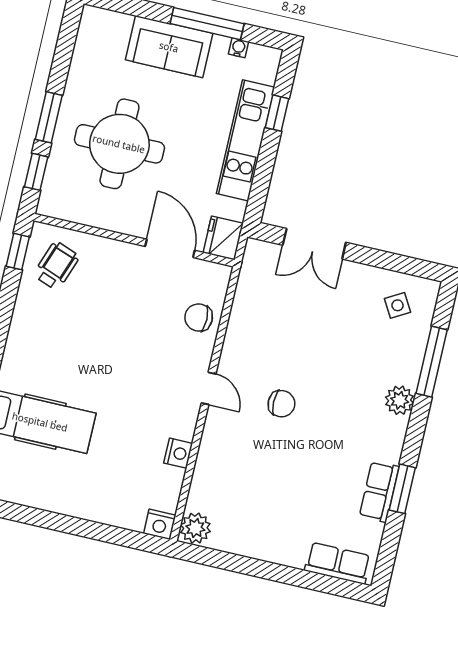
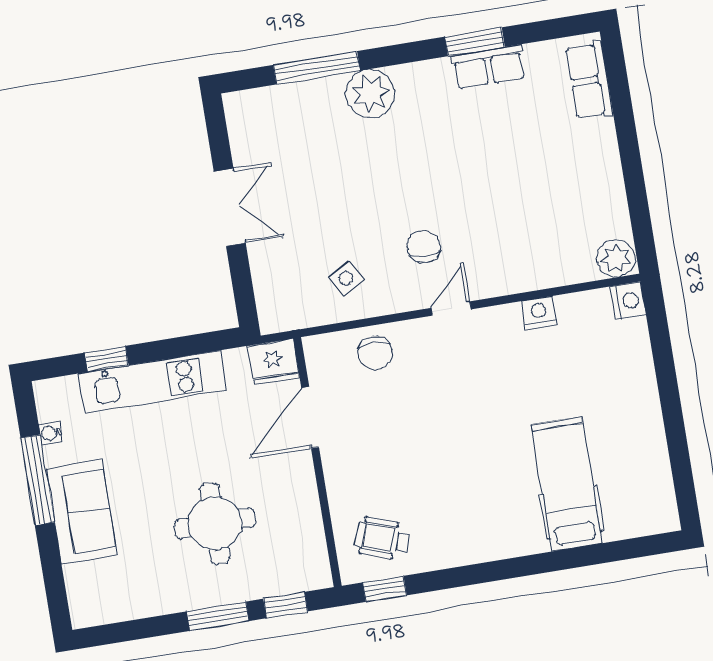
round table: (119, 144) -> (215, 523), width x0.73, depth x0.73
double door: (314, 244) -> (230, 207), moved
side table: (398, 305) -> (346, 279), moved
plant: (400, 400) -> (370, 94), width x1.36, depth x1.36
chair: (282, 404) -> (424, 246), moved

